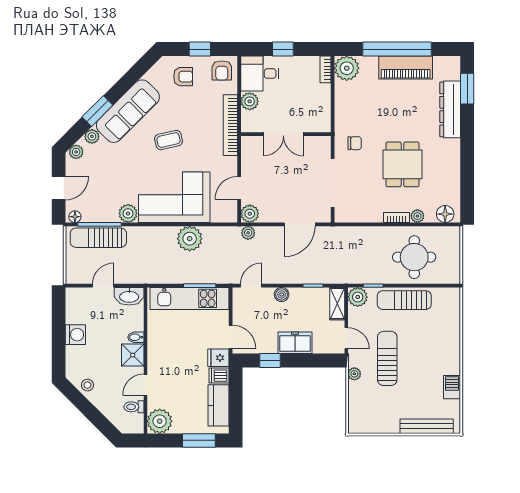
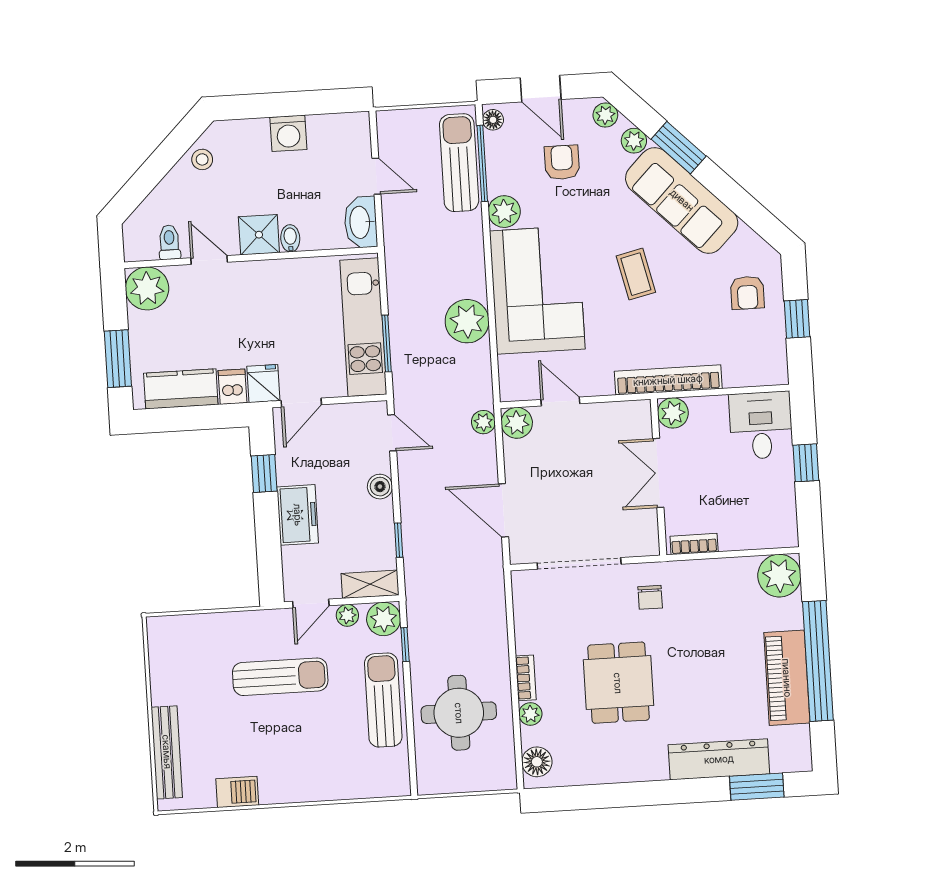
bookcase: (326, 69) -> (694, 544), moved
armchair: (222, 70) -> (562, 162), moved, turned 90
plant: (250, 101) -> (673, 413), moved
dining table: (403, 164) -> (618, 683), turned 90
plant: (354, 374) -> (347, 615), moved

